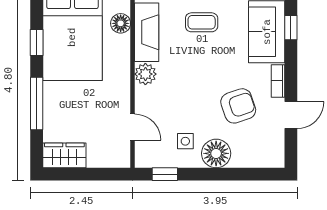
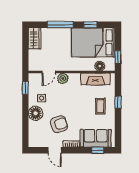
plant: (145, 74) -> (63, 78), moved
armchair: (238, 106) -> (59, 124), turned -88

